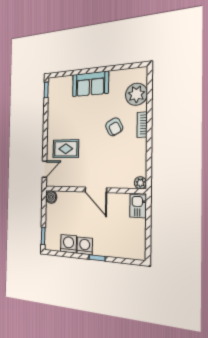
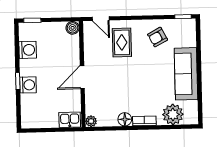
sofa: (90, 84) -> (186, 74), width x1.36
armchair: (114, 127) -> (158, 37), moved
floor lamp: (140, 146) -> (125, 119), added
washing machine: (85, 246) -> (28, 85), moved

